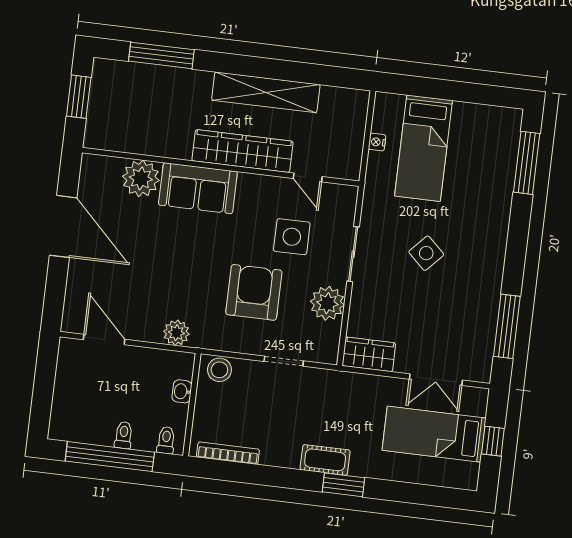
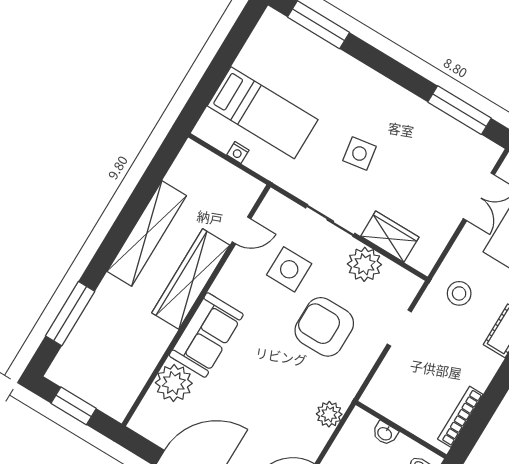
side table: (426, 253) -> (359, 154), turned 38
wardrobe: (369, 354) -> (390, 237), moved, turned 90
stool: (219, 370) -> (459, 293), moved

